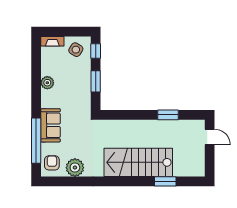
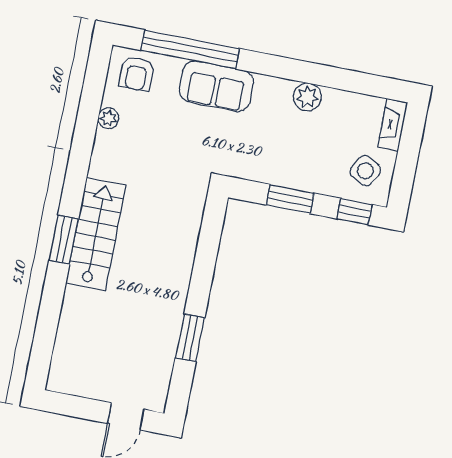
stairs: (138, 162) -> (96, 234), width x0.73, depth x0.66
armchair: (52, 163) -> (137, 73), turned 90
plant: (75, 168) -> (108, 118), width x0.53, depth x0.53
window: (165, 181) -> (64, 239), moved

